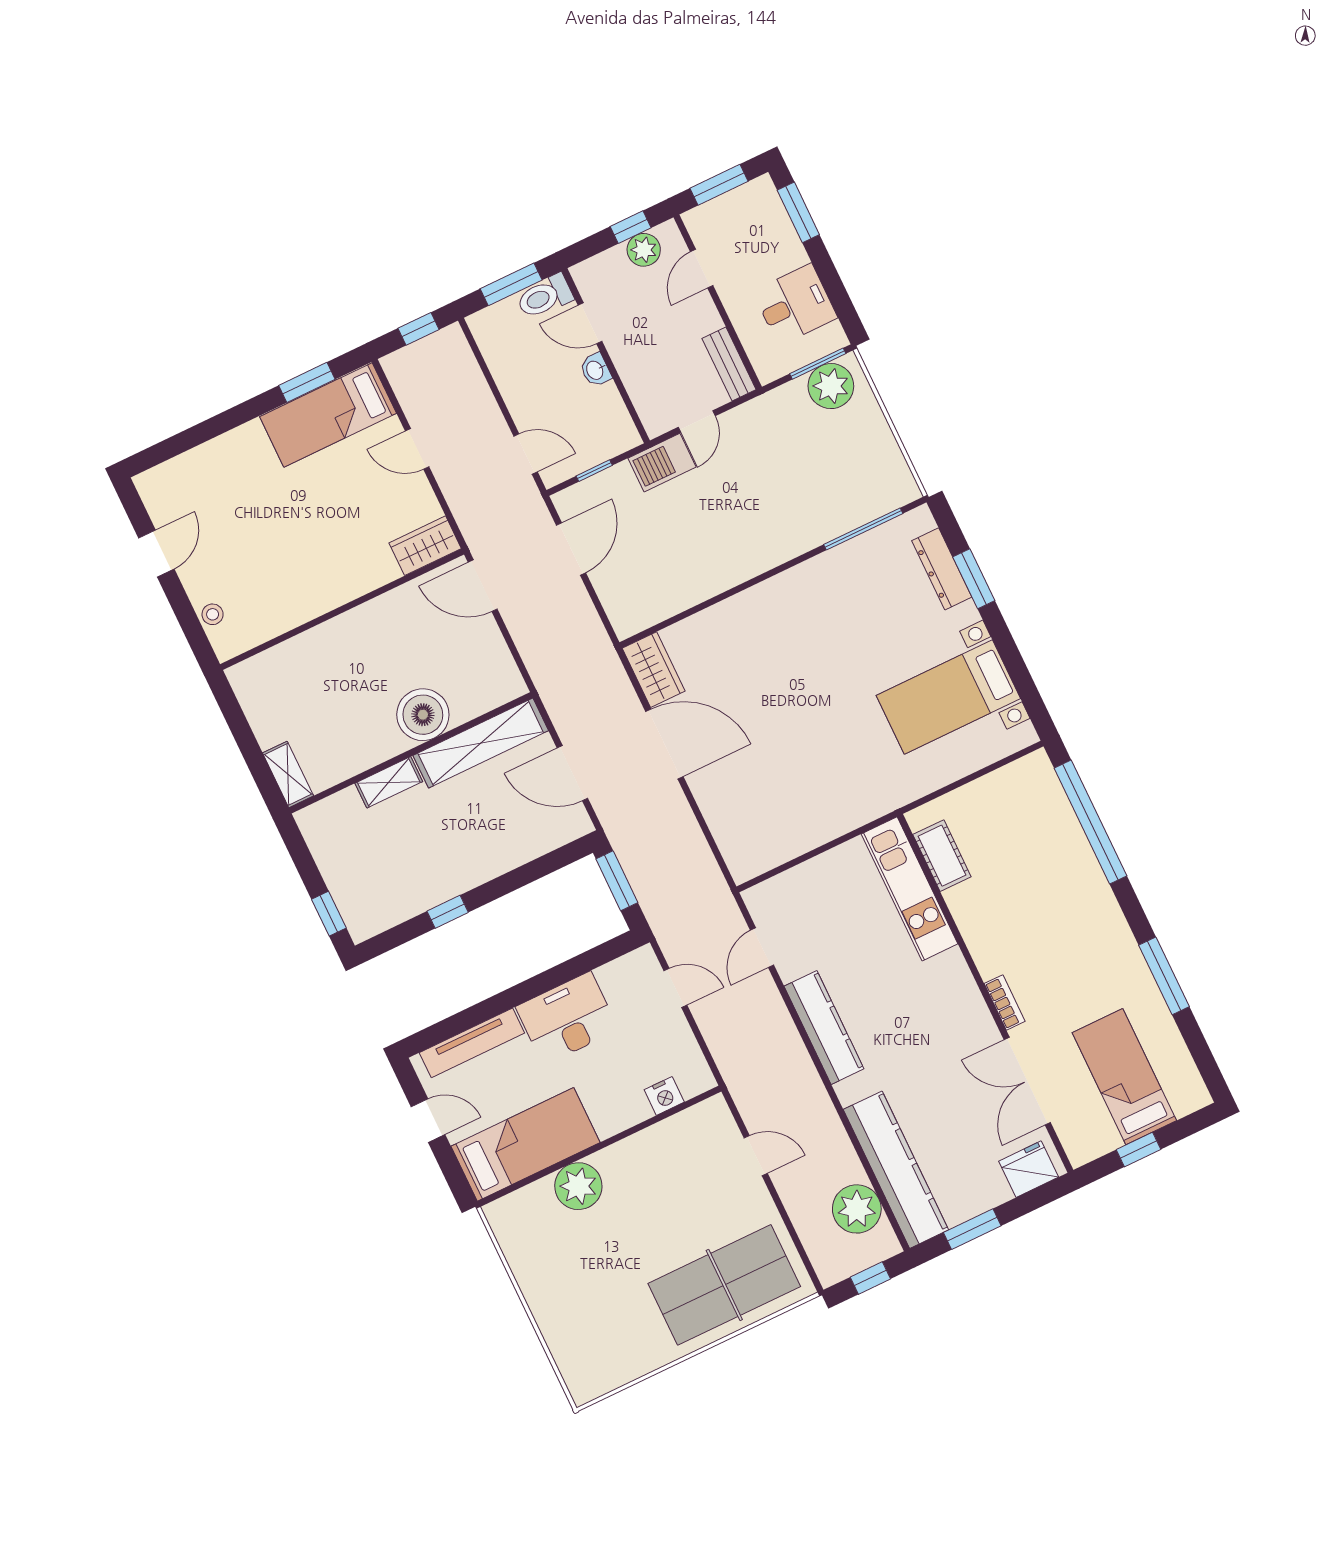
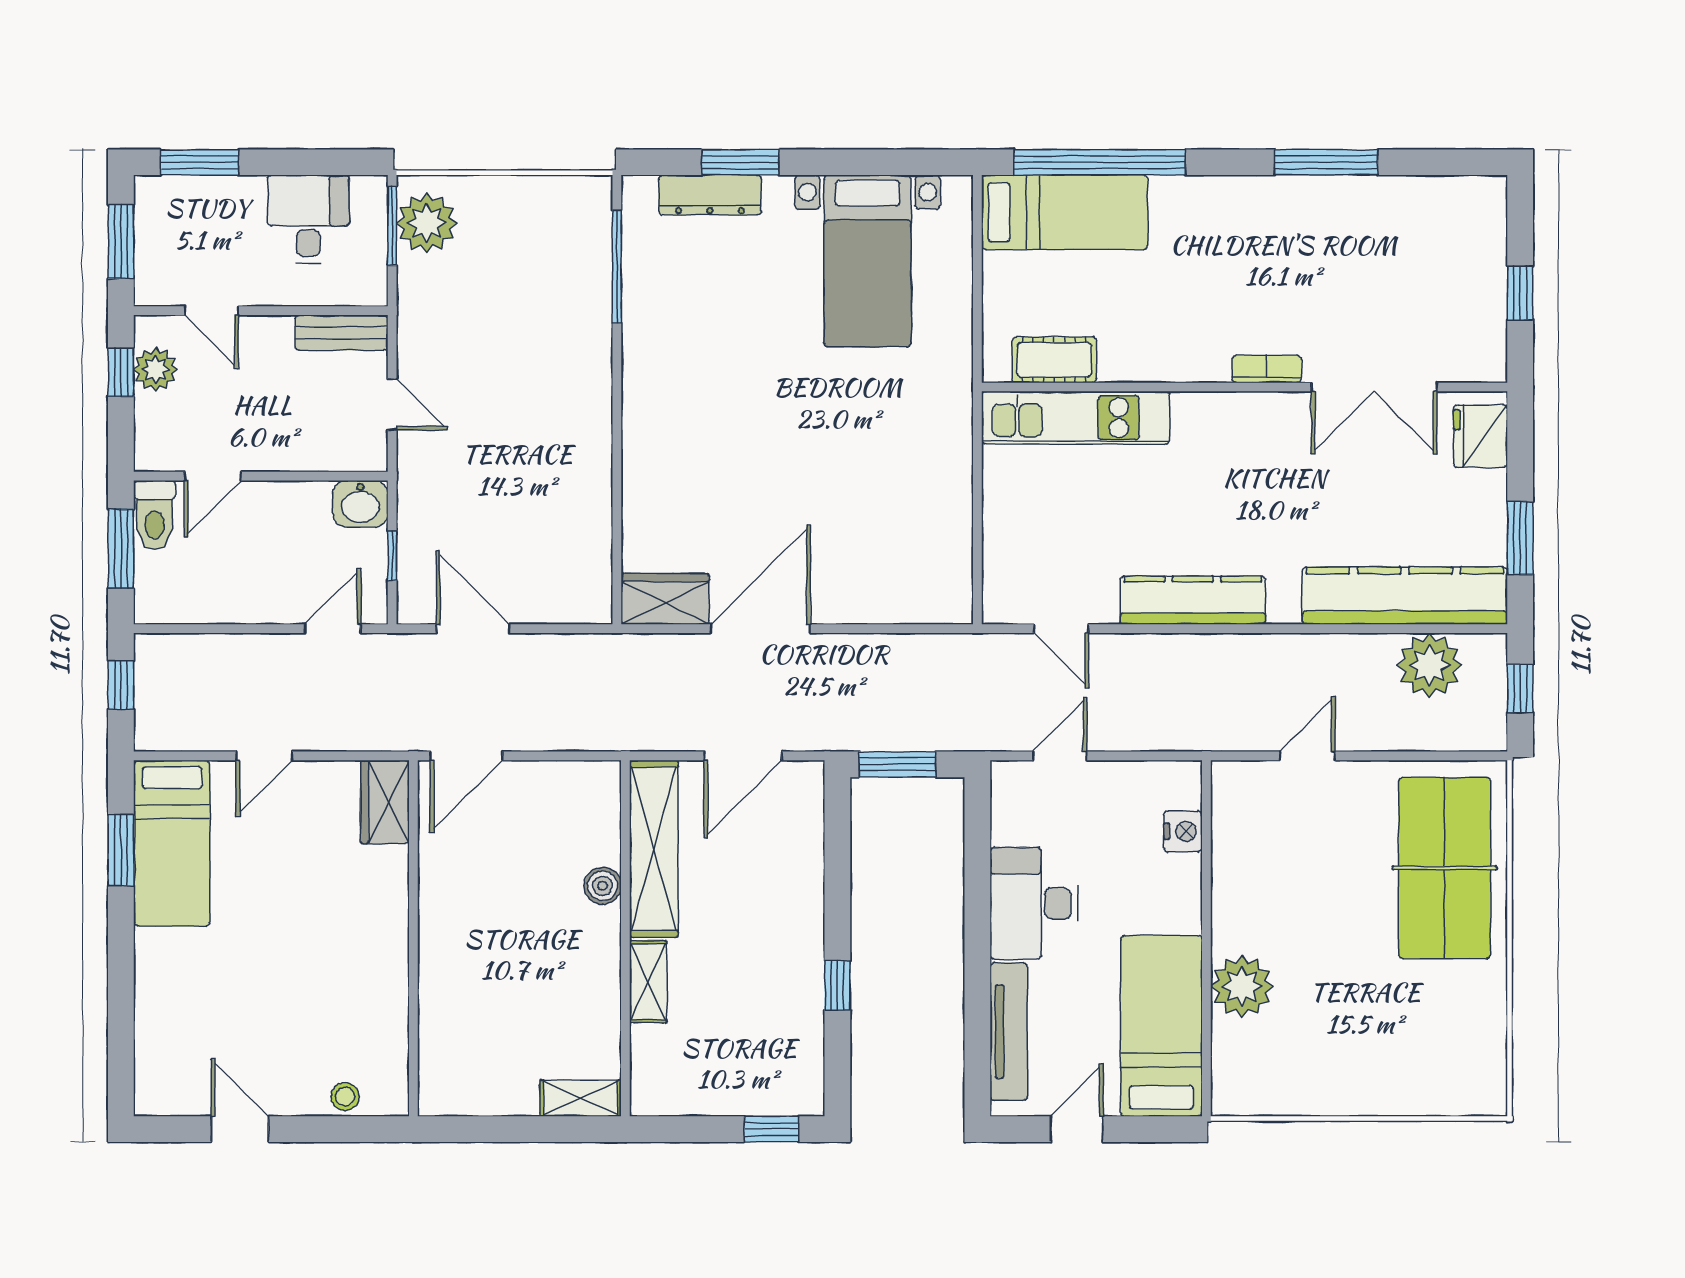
washbasin: (595, 370) -> (360, 504), moved, width x1.38, depth x1.45
barbecue: (662, 463) -> (422, 470), removed
boiler: (423, 715) -> (603, 886), width x0.54, depth x0.54
bed: (1124, 1077) -> (1065, 212), moved, turned 180

